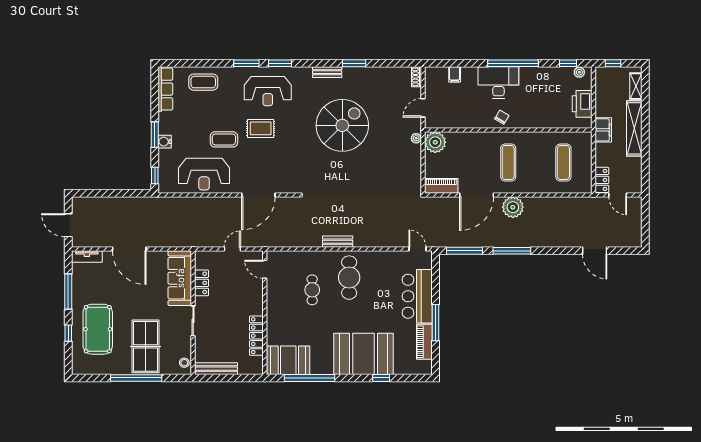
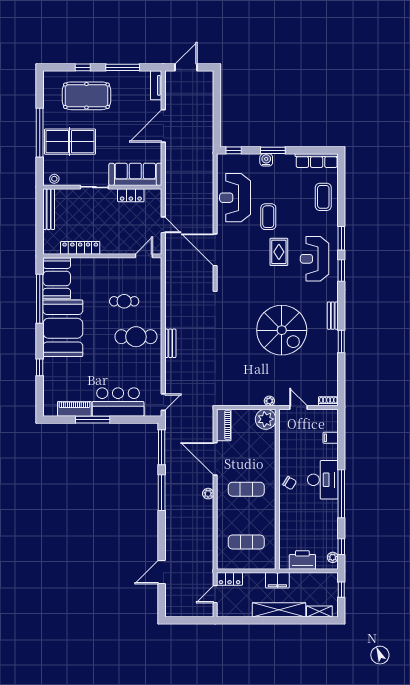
plant: (513, 207) -> (208, 494), width x0.53, depth x0.53
bench: (338, 242) -> (170, 343), moved
booth: (364, 354) -> (63, 328), moved

